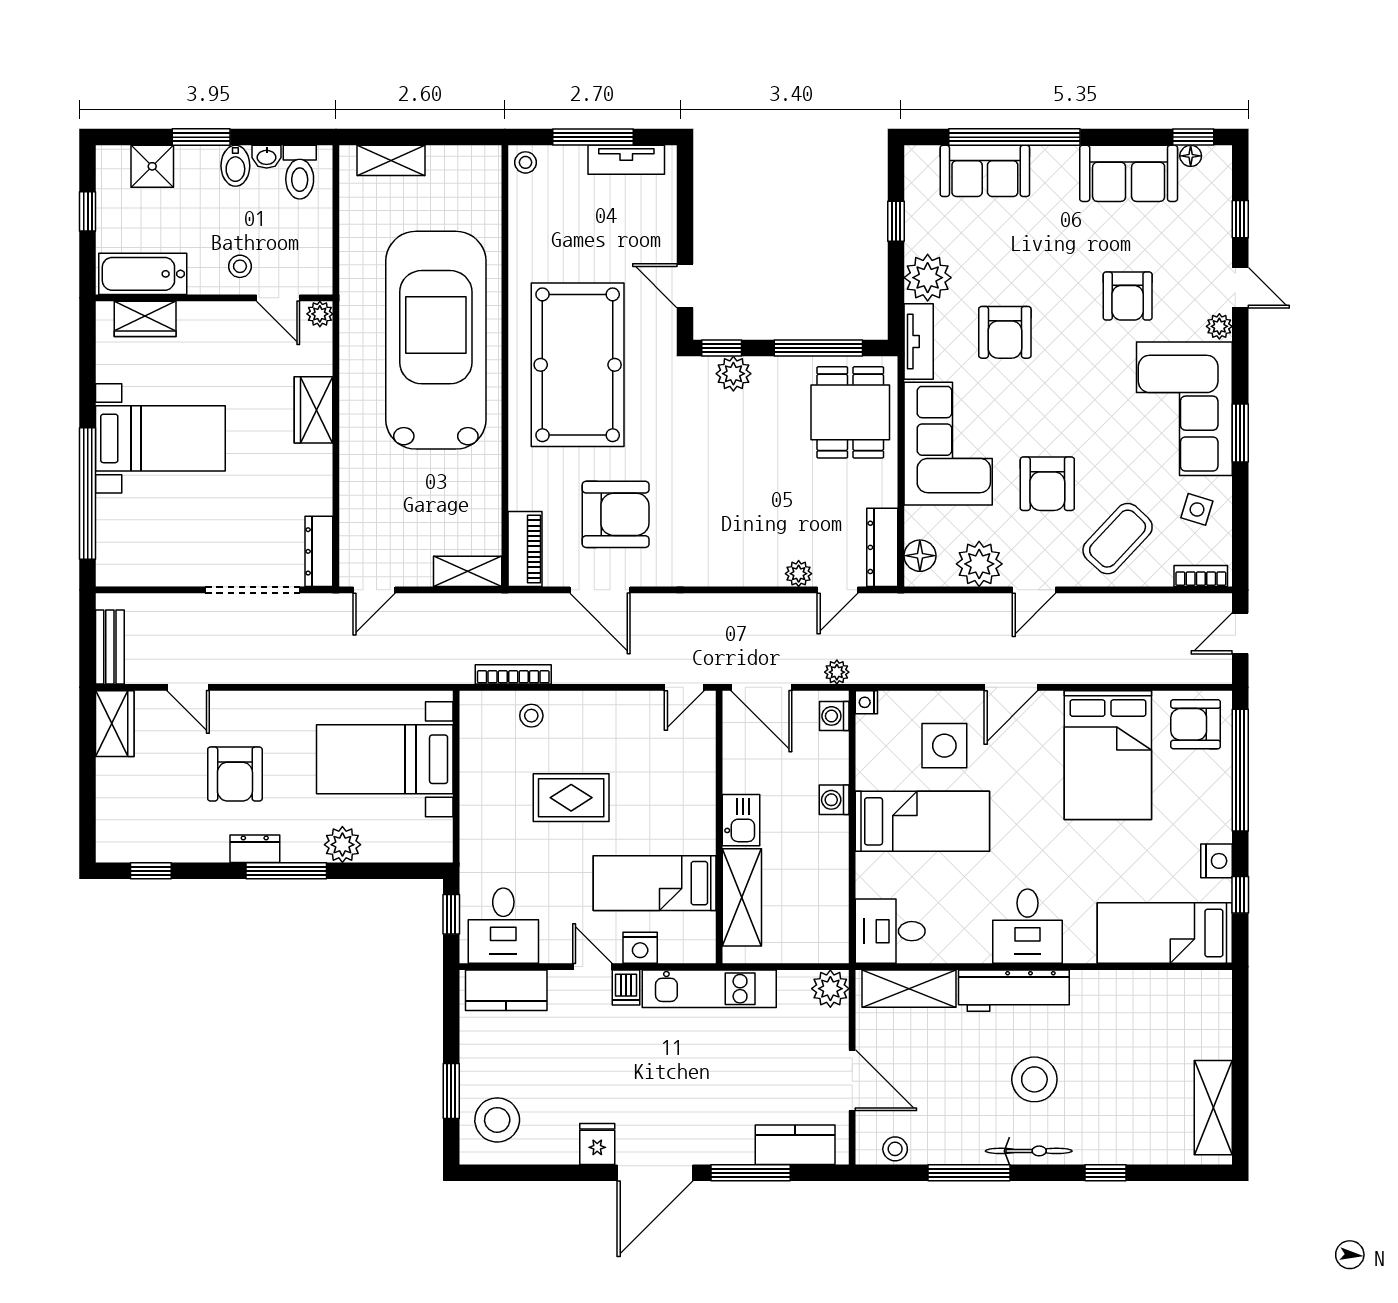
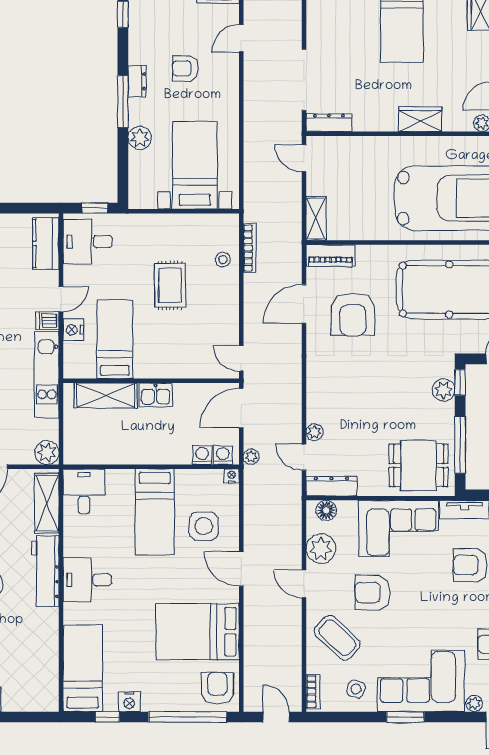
armchair: (235, 774) -> (185, 68), width x0.72, depth x0.72
washing machine: (834, 800) -> (202, 455), moved

